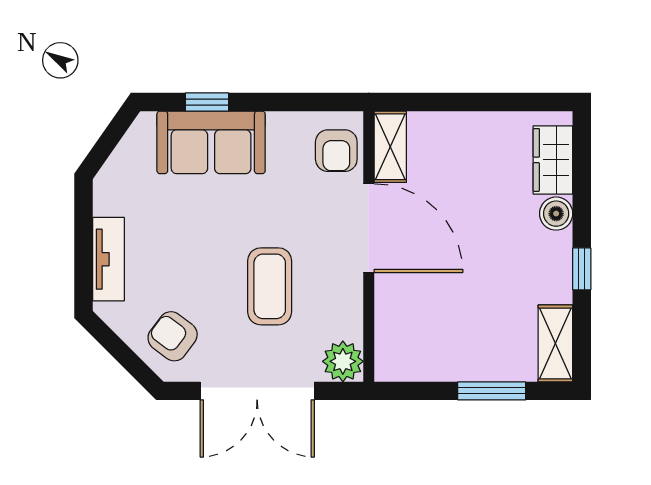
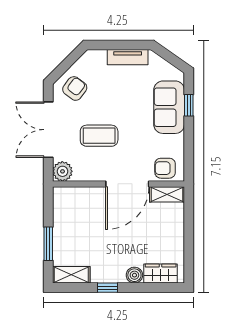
tv unit: (108, 259) -> (128, 57), moved

